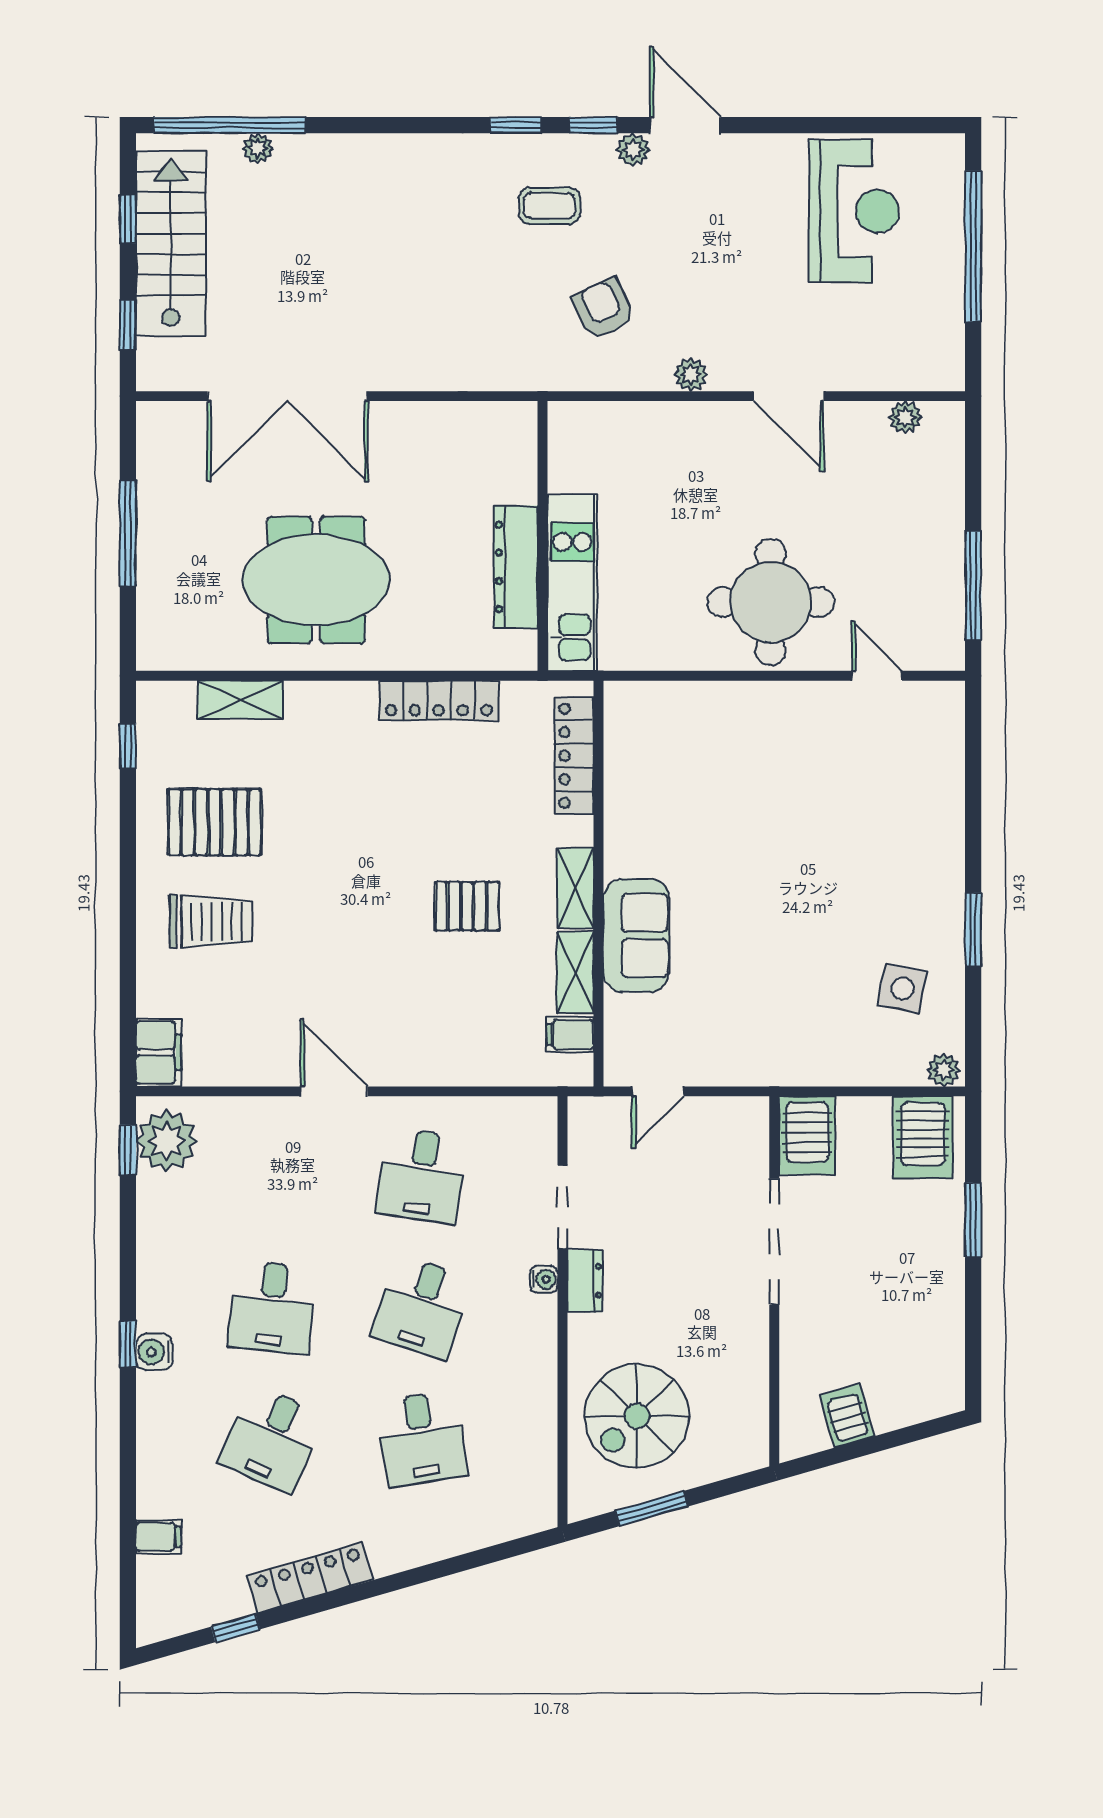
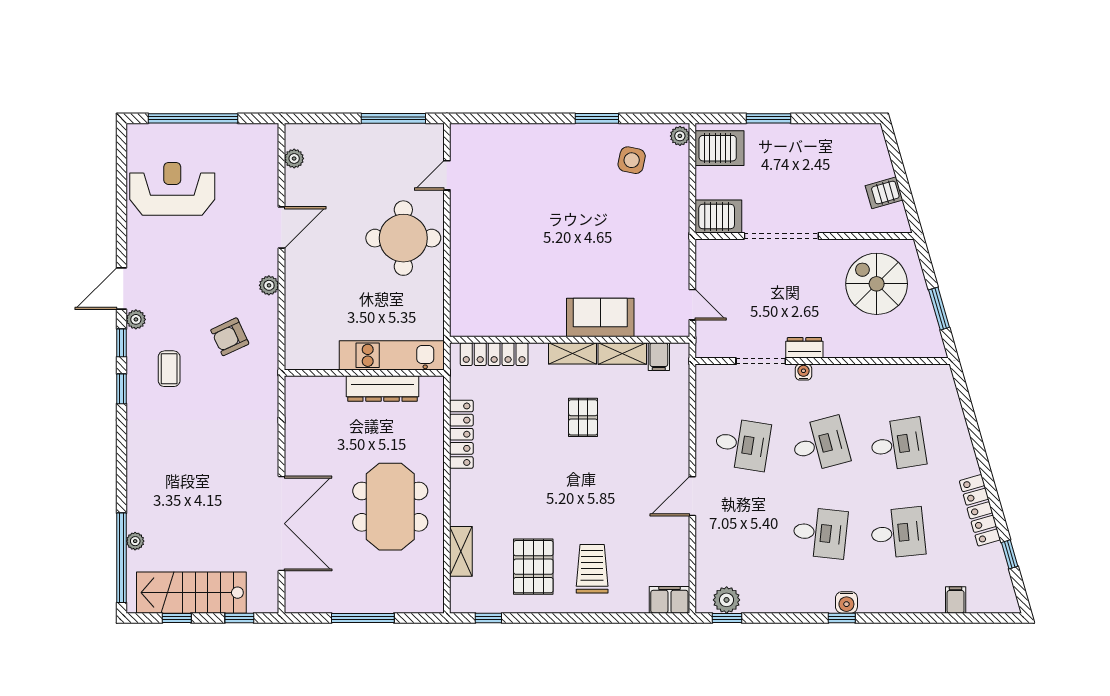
plant: (167, 1141) -> (727, 600), width x0.73, depth x0.73
desk: (422, 1307) -> (820, 444), turned -33
spiral stairs: (637, 1416) -> (877, 284), moved, turned 180
desk: (272, 1439) -> (898, 533), turned -30

